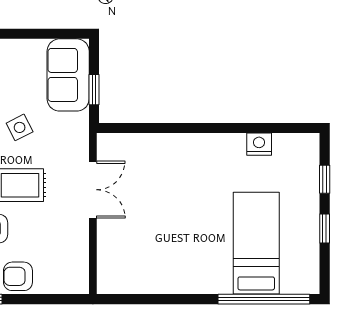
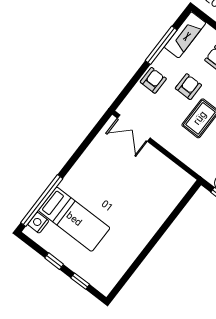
nightstand: (259, 144) -> (38, 223), moved, turned 180
double door: (93, 190) -> (134, 128), moved

